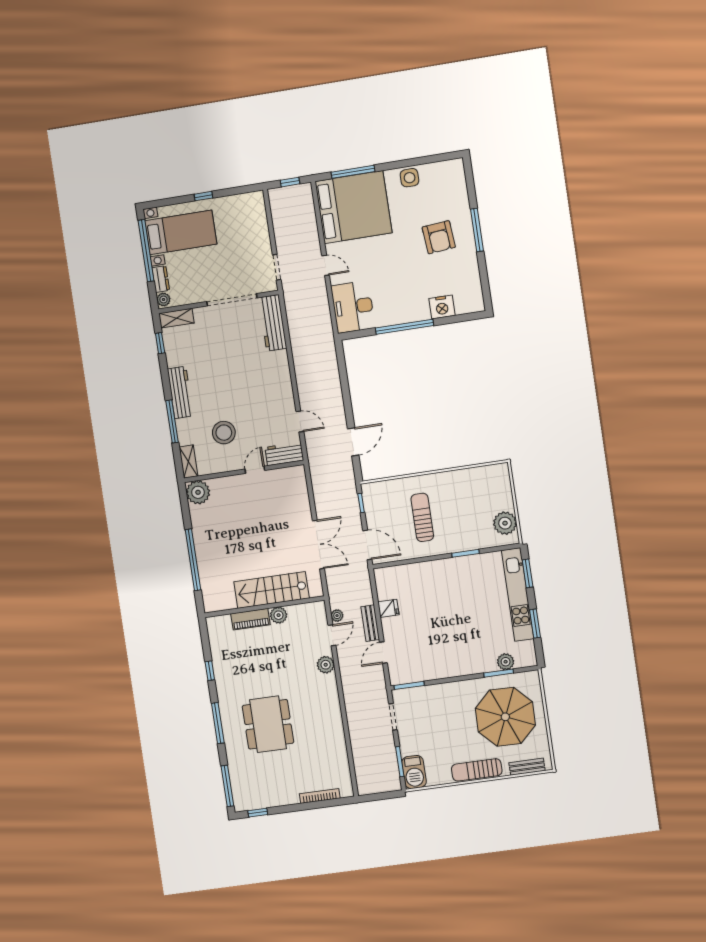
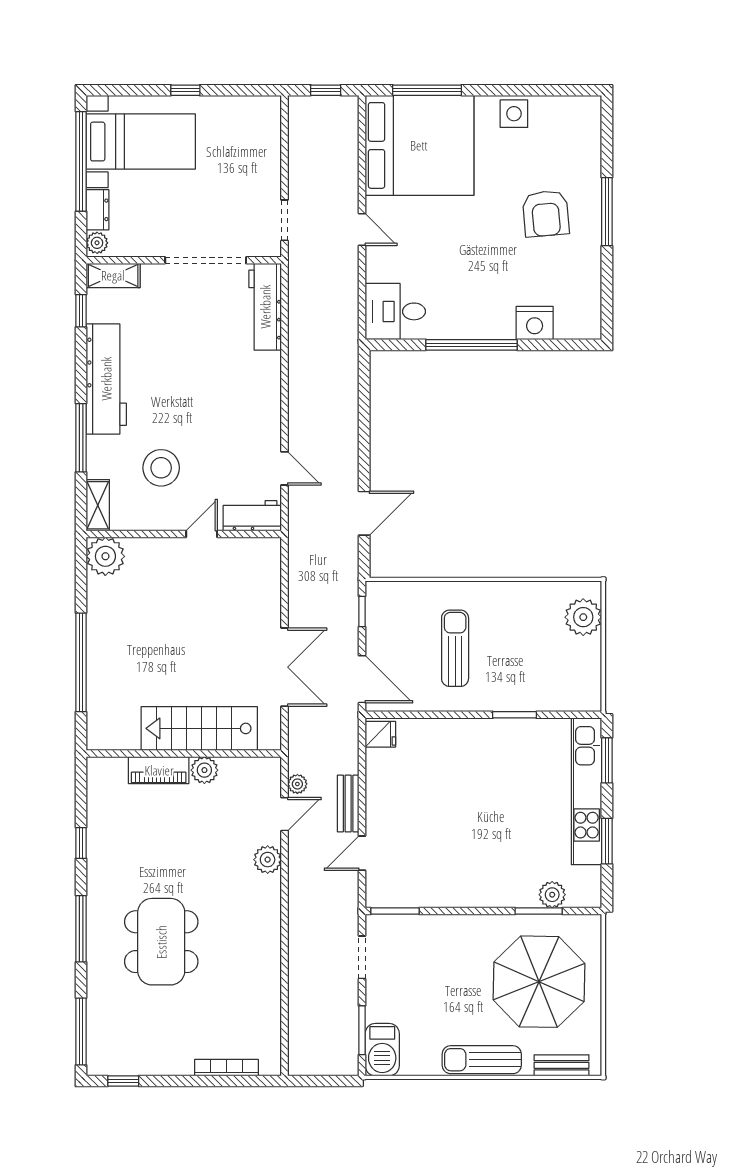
desk: (353, 307) -> (395, 311), width x0.73
workbench: (180, 392) -> (106, 379), width x1.36, depth x1.32
plant: (505, 523) -> (583, 617), moved
fridge: (388, 608) -> (380, 734), moved

